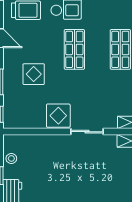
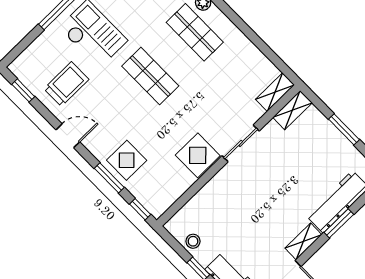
display table: (34, 74) -> (127, 160), moved

